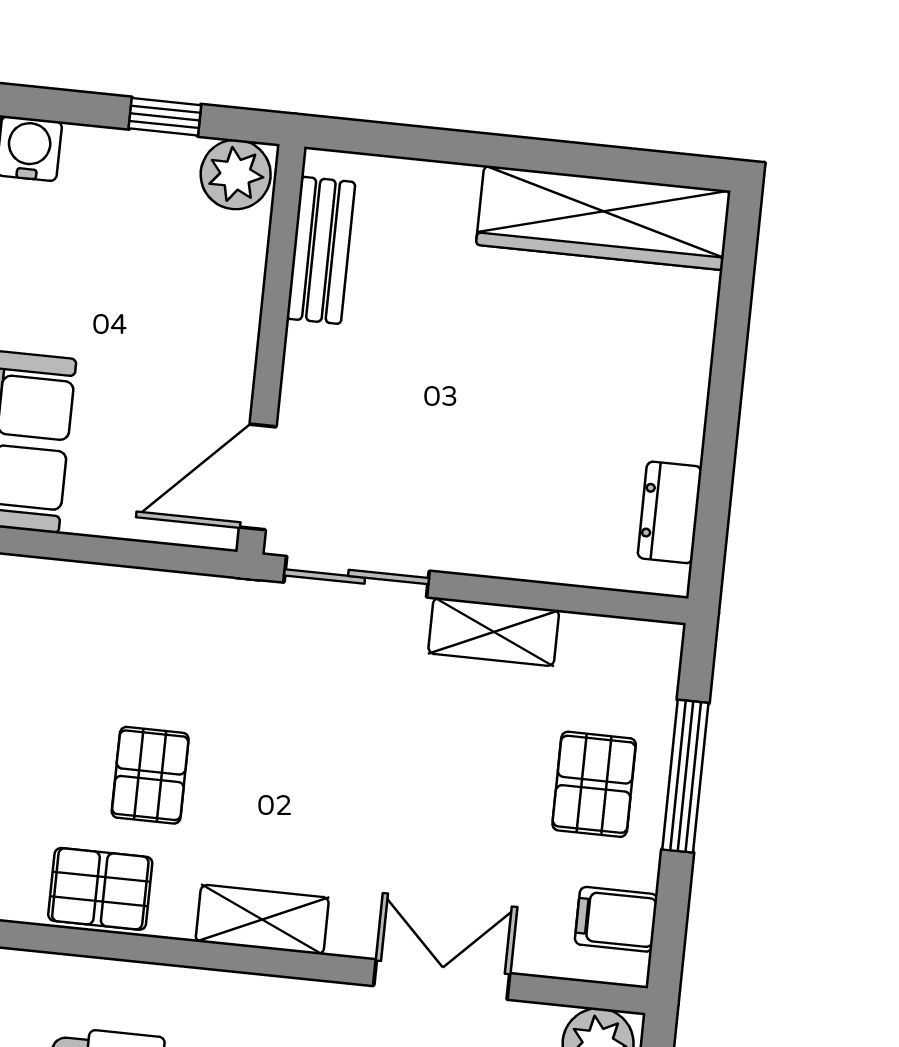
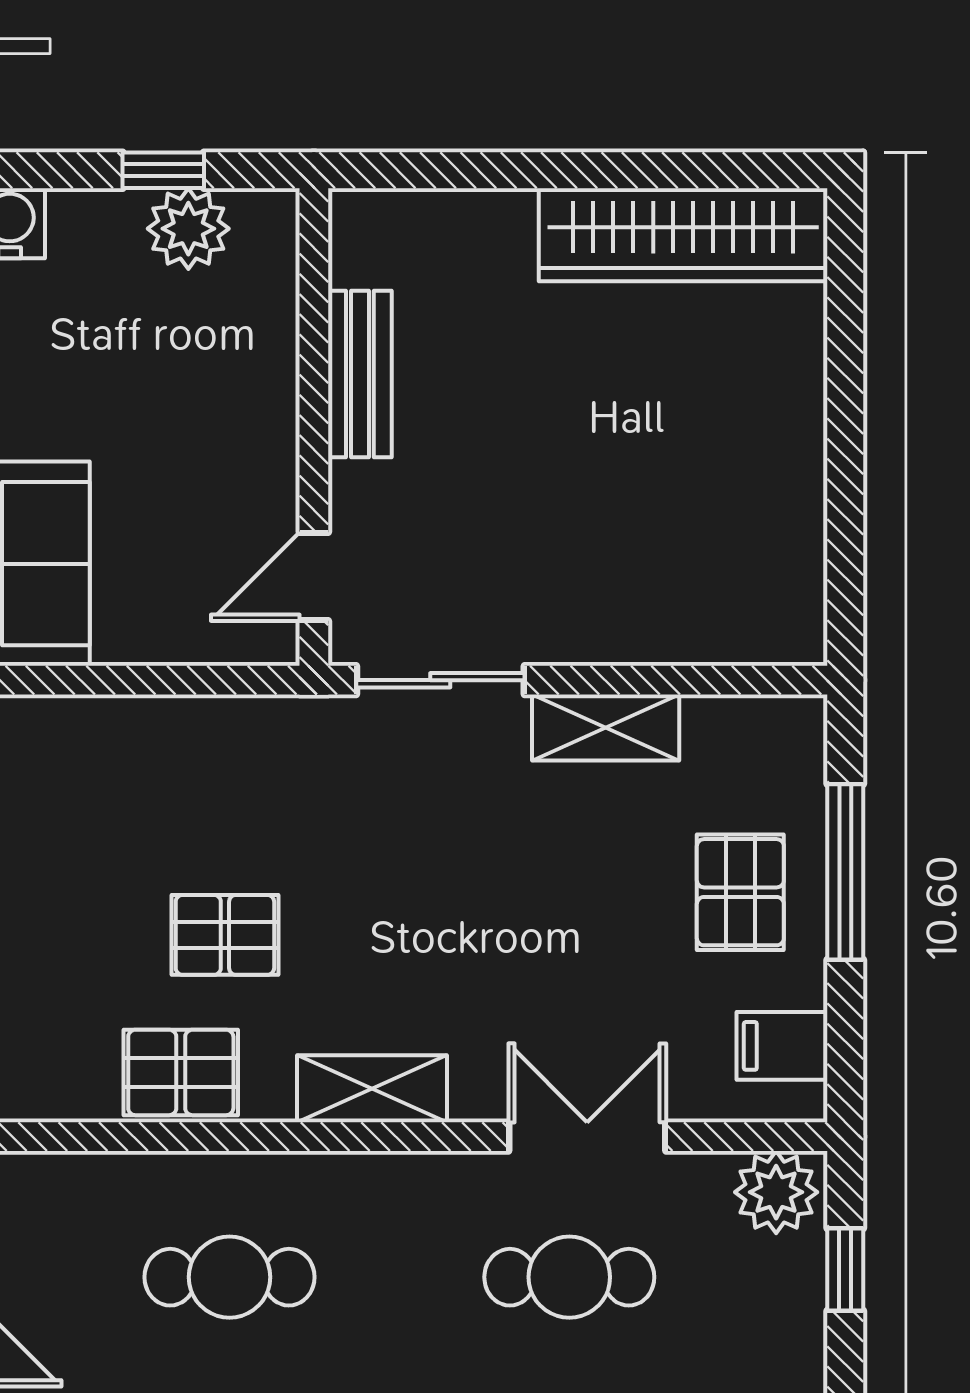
plant: (236, 175) -> (188, 229), moved
bench: (321, 250) -> (360, 374), moved
door: (258, 477) -> (314, 577), width x0.73
dresser: (670, 512) -> (795, 568), removed
pallet: (150, 775) -> (225, 935), turned 90

